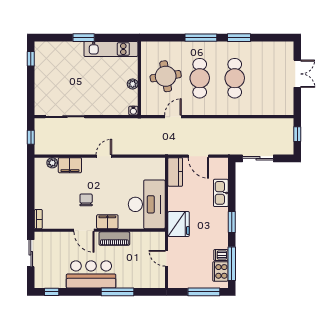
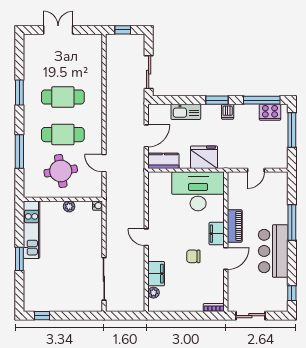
window: (201, 38) -> (19, 152), moved
window: (31, 137) -> (126, 316), removed
fridge: (179, 224) -> (204, 157), moved
dishwasher: (221, 255) -> (228, 112), moved

